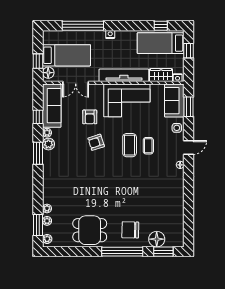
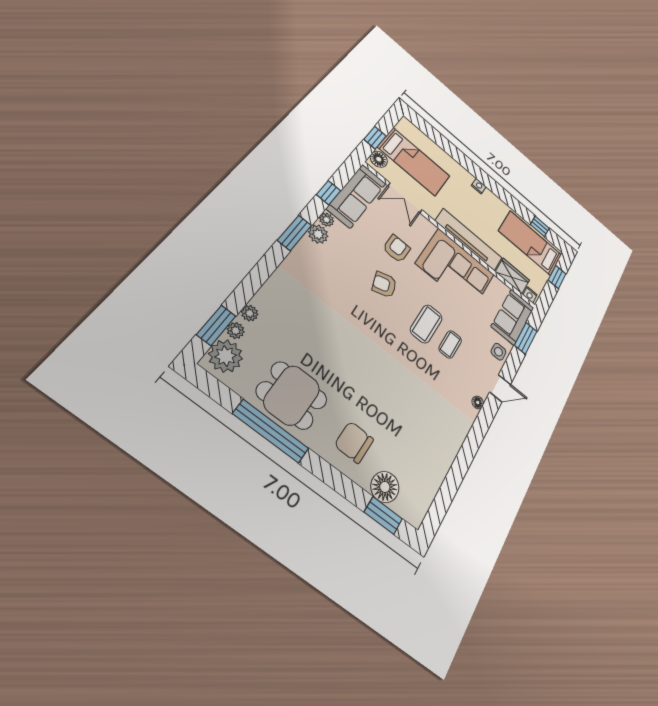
window: (83, 26) -> (453, 152), removed
armchair: (90, 117) -> (397, 249), turned 180
plant: (47, 239) -> (226, 356), width x1.87, depth x1.87
window: (122, 252) -> (271, 431), moved

